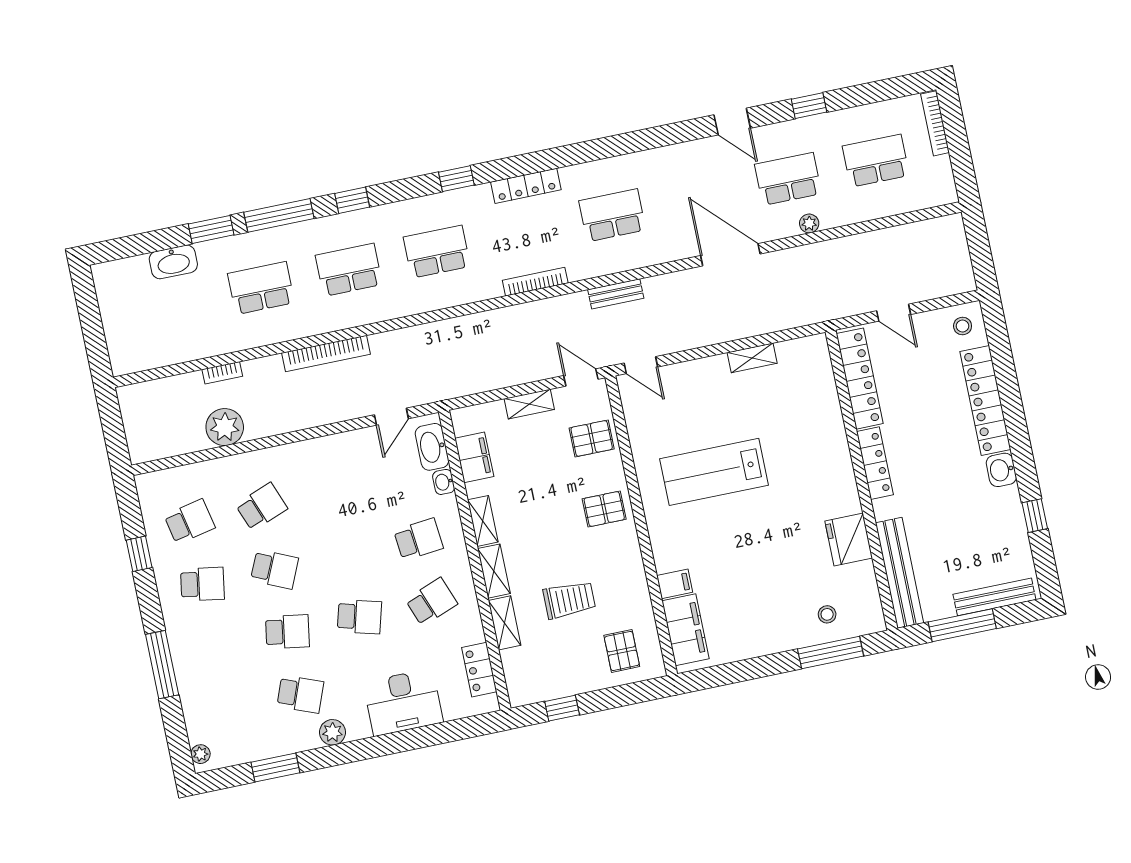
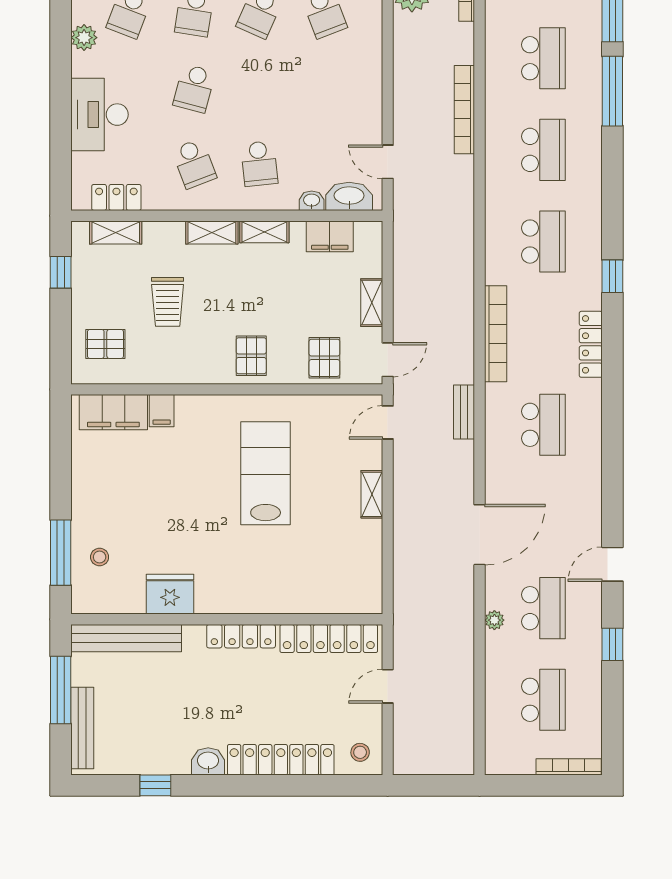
window: (352, 200) -> (612, 167), removed
bookcase: (535, 282) -> (496, 334), width x1.48, depth x1.31
shelving: (752, 358) -> (372, 494), moved
shelving: (505, 623) -> (116, 232), moved

